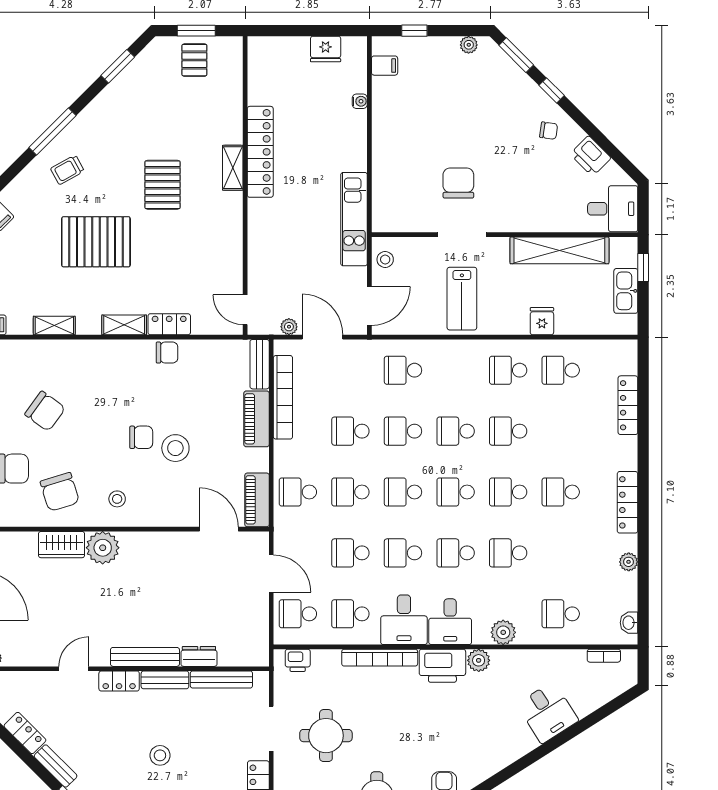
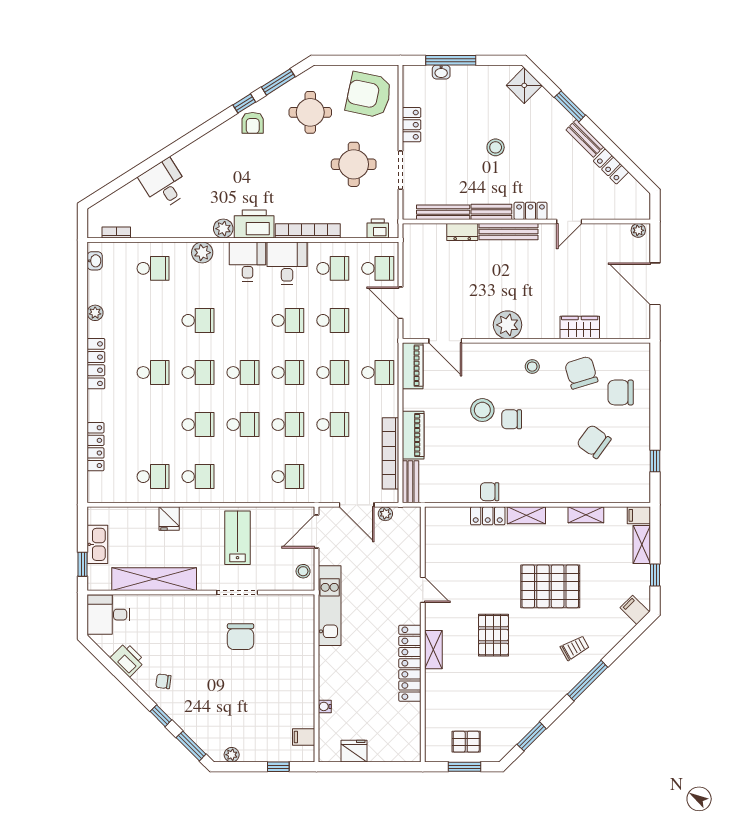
pallet: (194, 60) -> (466, 742), turned 90
door: (245, 310) -> (423, 590), moved
plant: (103, 548) -> (508, 325), moved
school desk: (456, 553) -> (243, 320), removed

